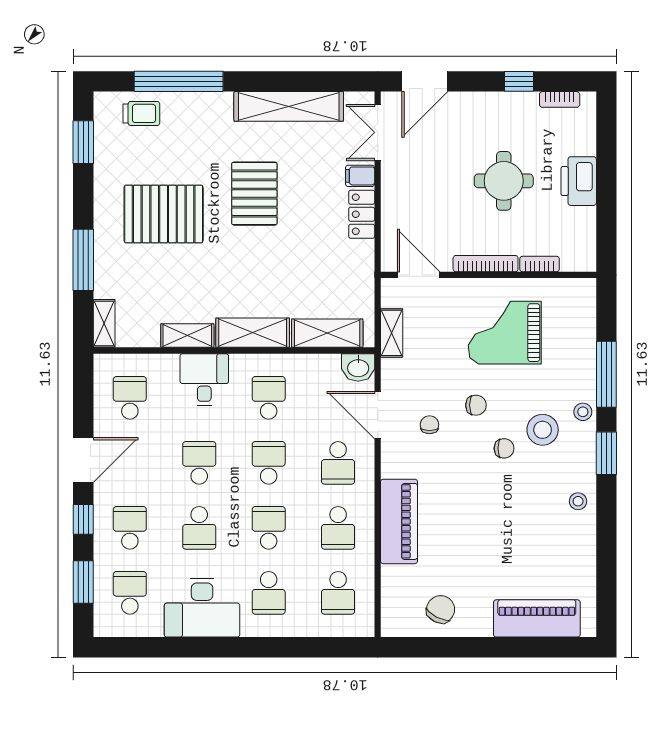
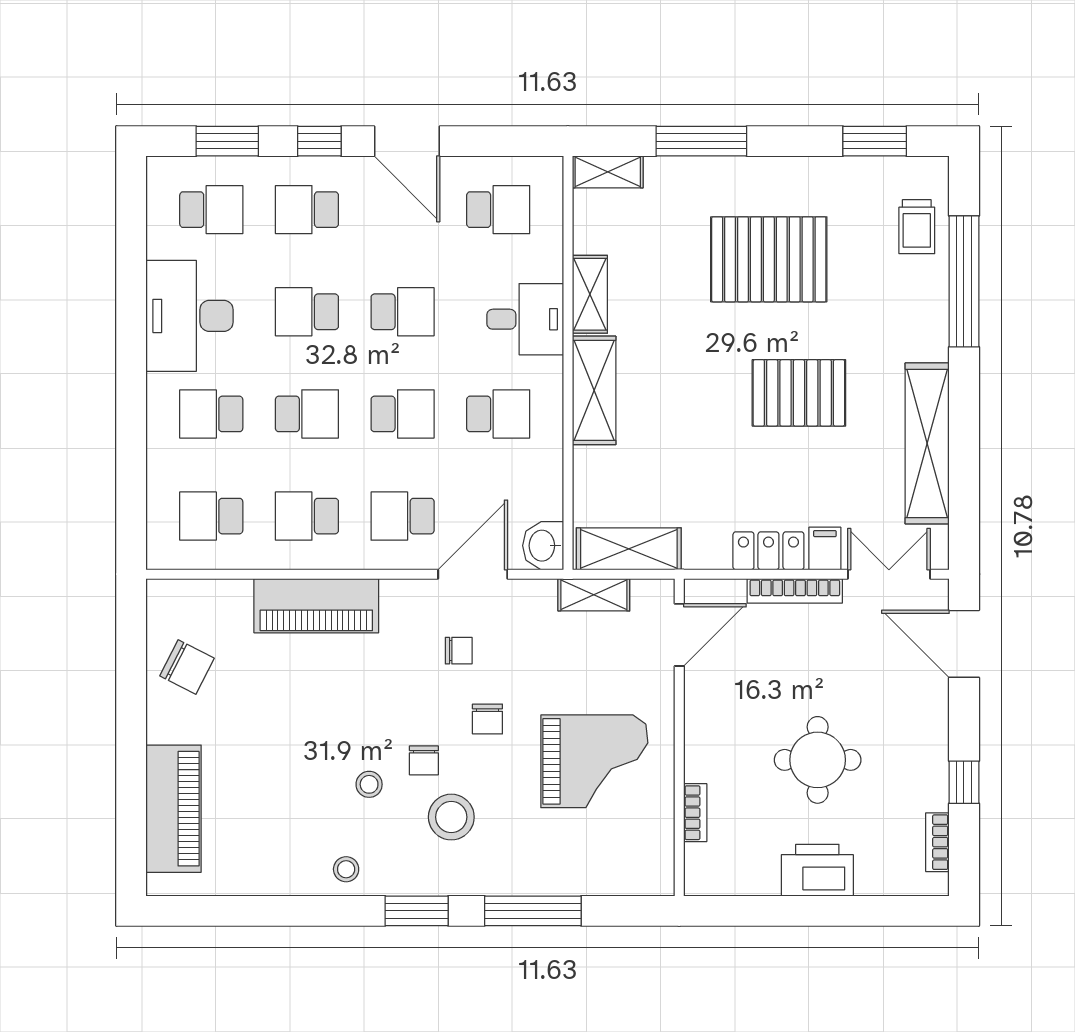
pallet: (164, 214) -> (769, 259), turned 90
bookcase: (486, 264) -> (795, 591), moved, turned 90
shelving: (327, 333) -> (629, 549), moved, turned 90
grand piano: (505, 333) -> (594, 761), turned 90
stool: (583, 412) -> (369, 784), moved
school desk: (130, 528) -> (307, 210), turned 180

